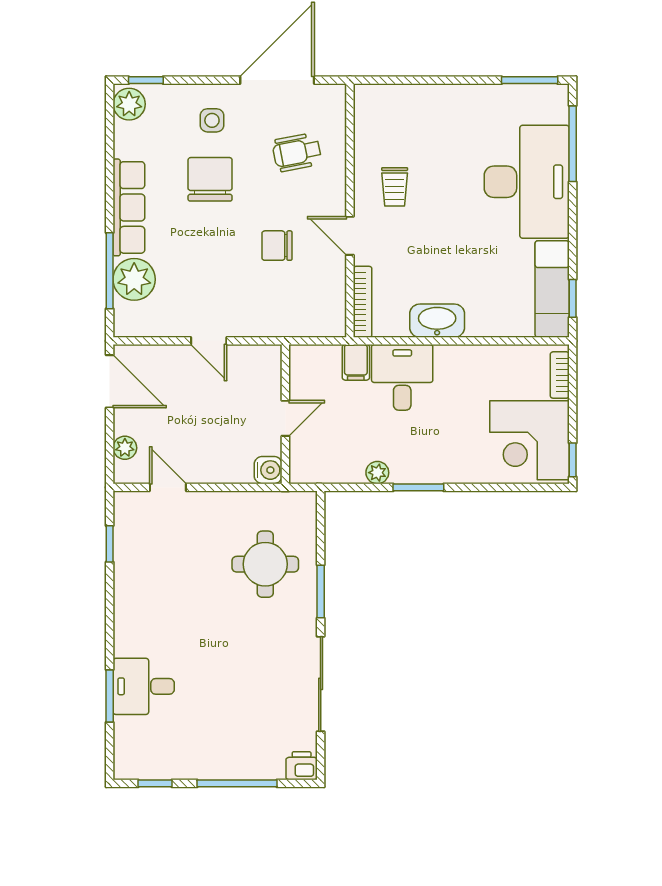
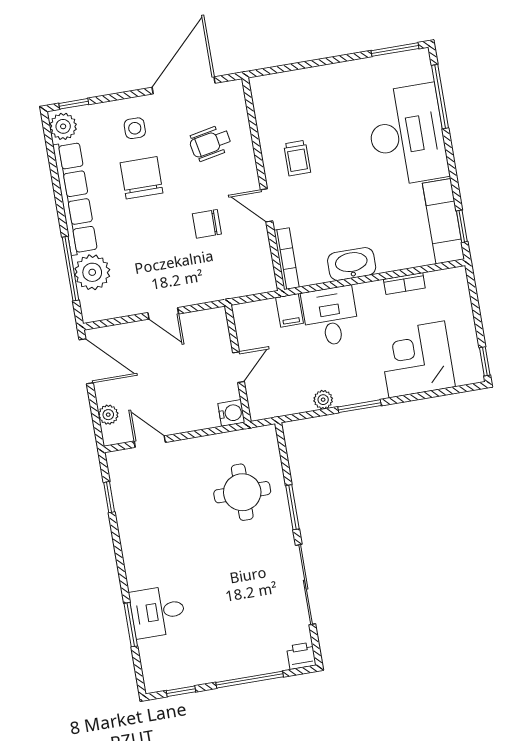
row of seats: (129, 207) -> (75, 198), width x1.36
bookcase: (560, 375) -> (404, 284), moved, turned -90
corner desk: (530, 440) -> (417, 359), moved, turned 90

